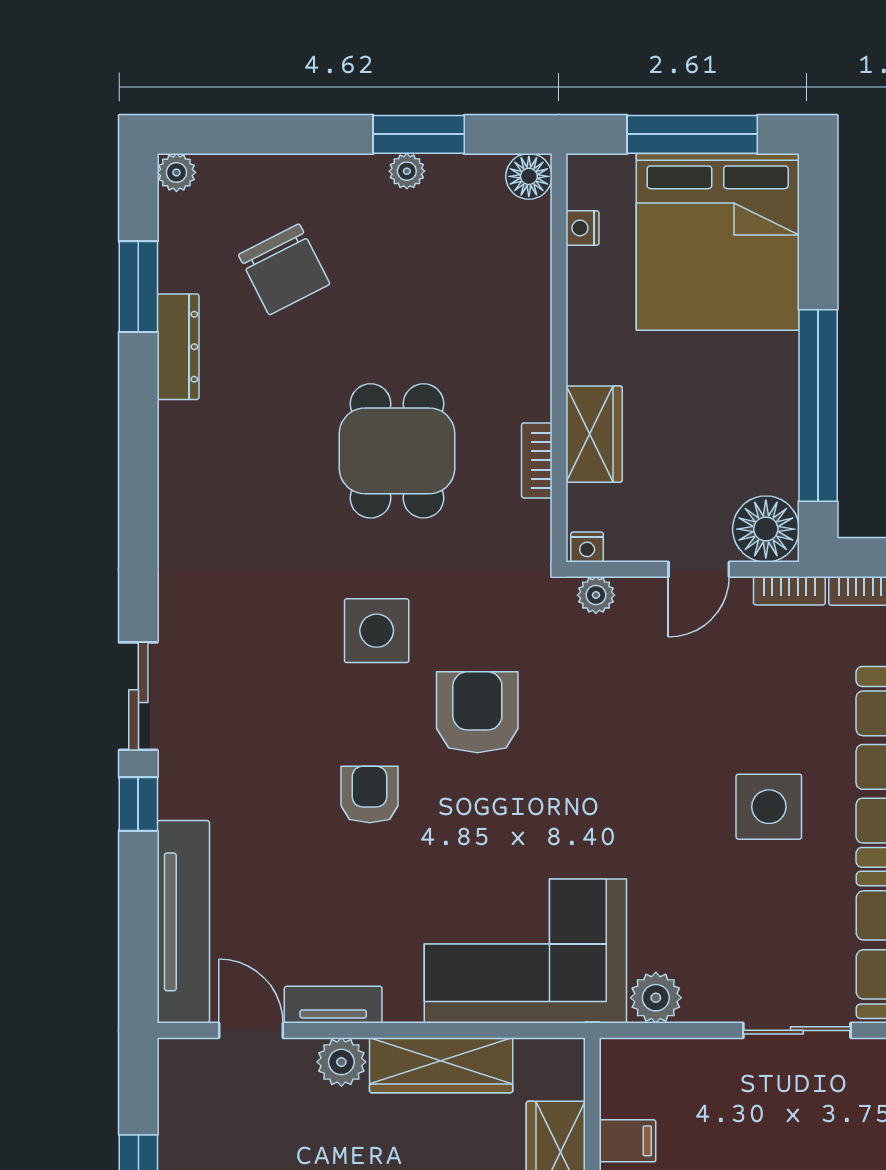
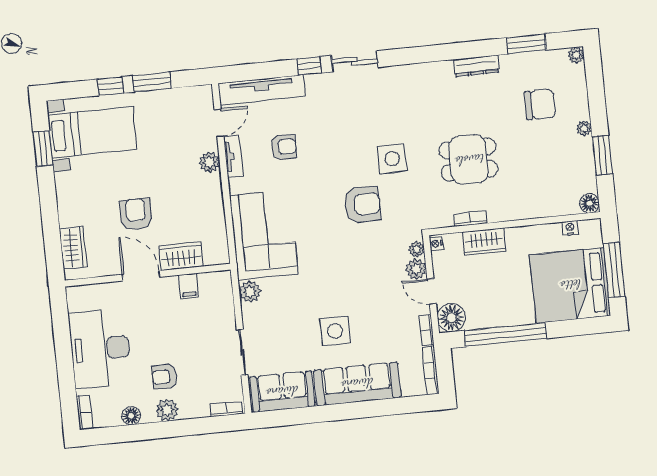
plant: (407, 171) -> (584, 128), moved
chair: (284, 269) -> (540, 104), turned -153
dresser: (178, 347) -> (476, 66), moved
plant: (643, 601) -> (416, 269), added
armchair: (370, 795) -> (284, 147), moved
wardrobe: (441, 1065) -> (212, 204), removed

